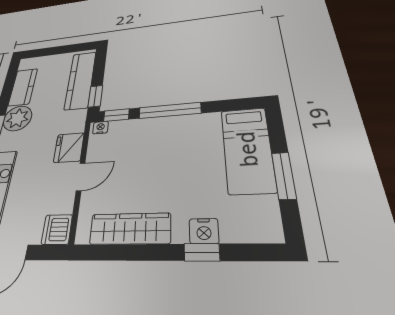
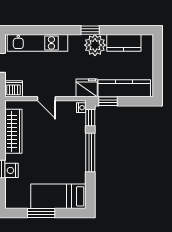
fridge: (69, 148) -> (87, 88), moved

